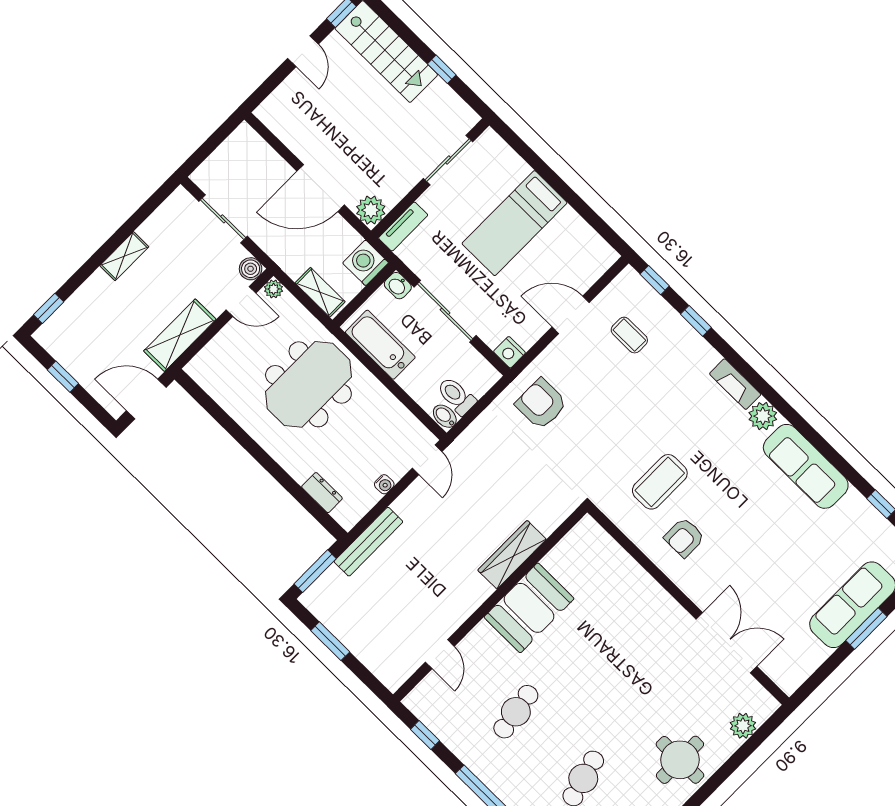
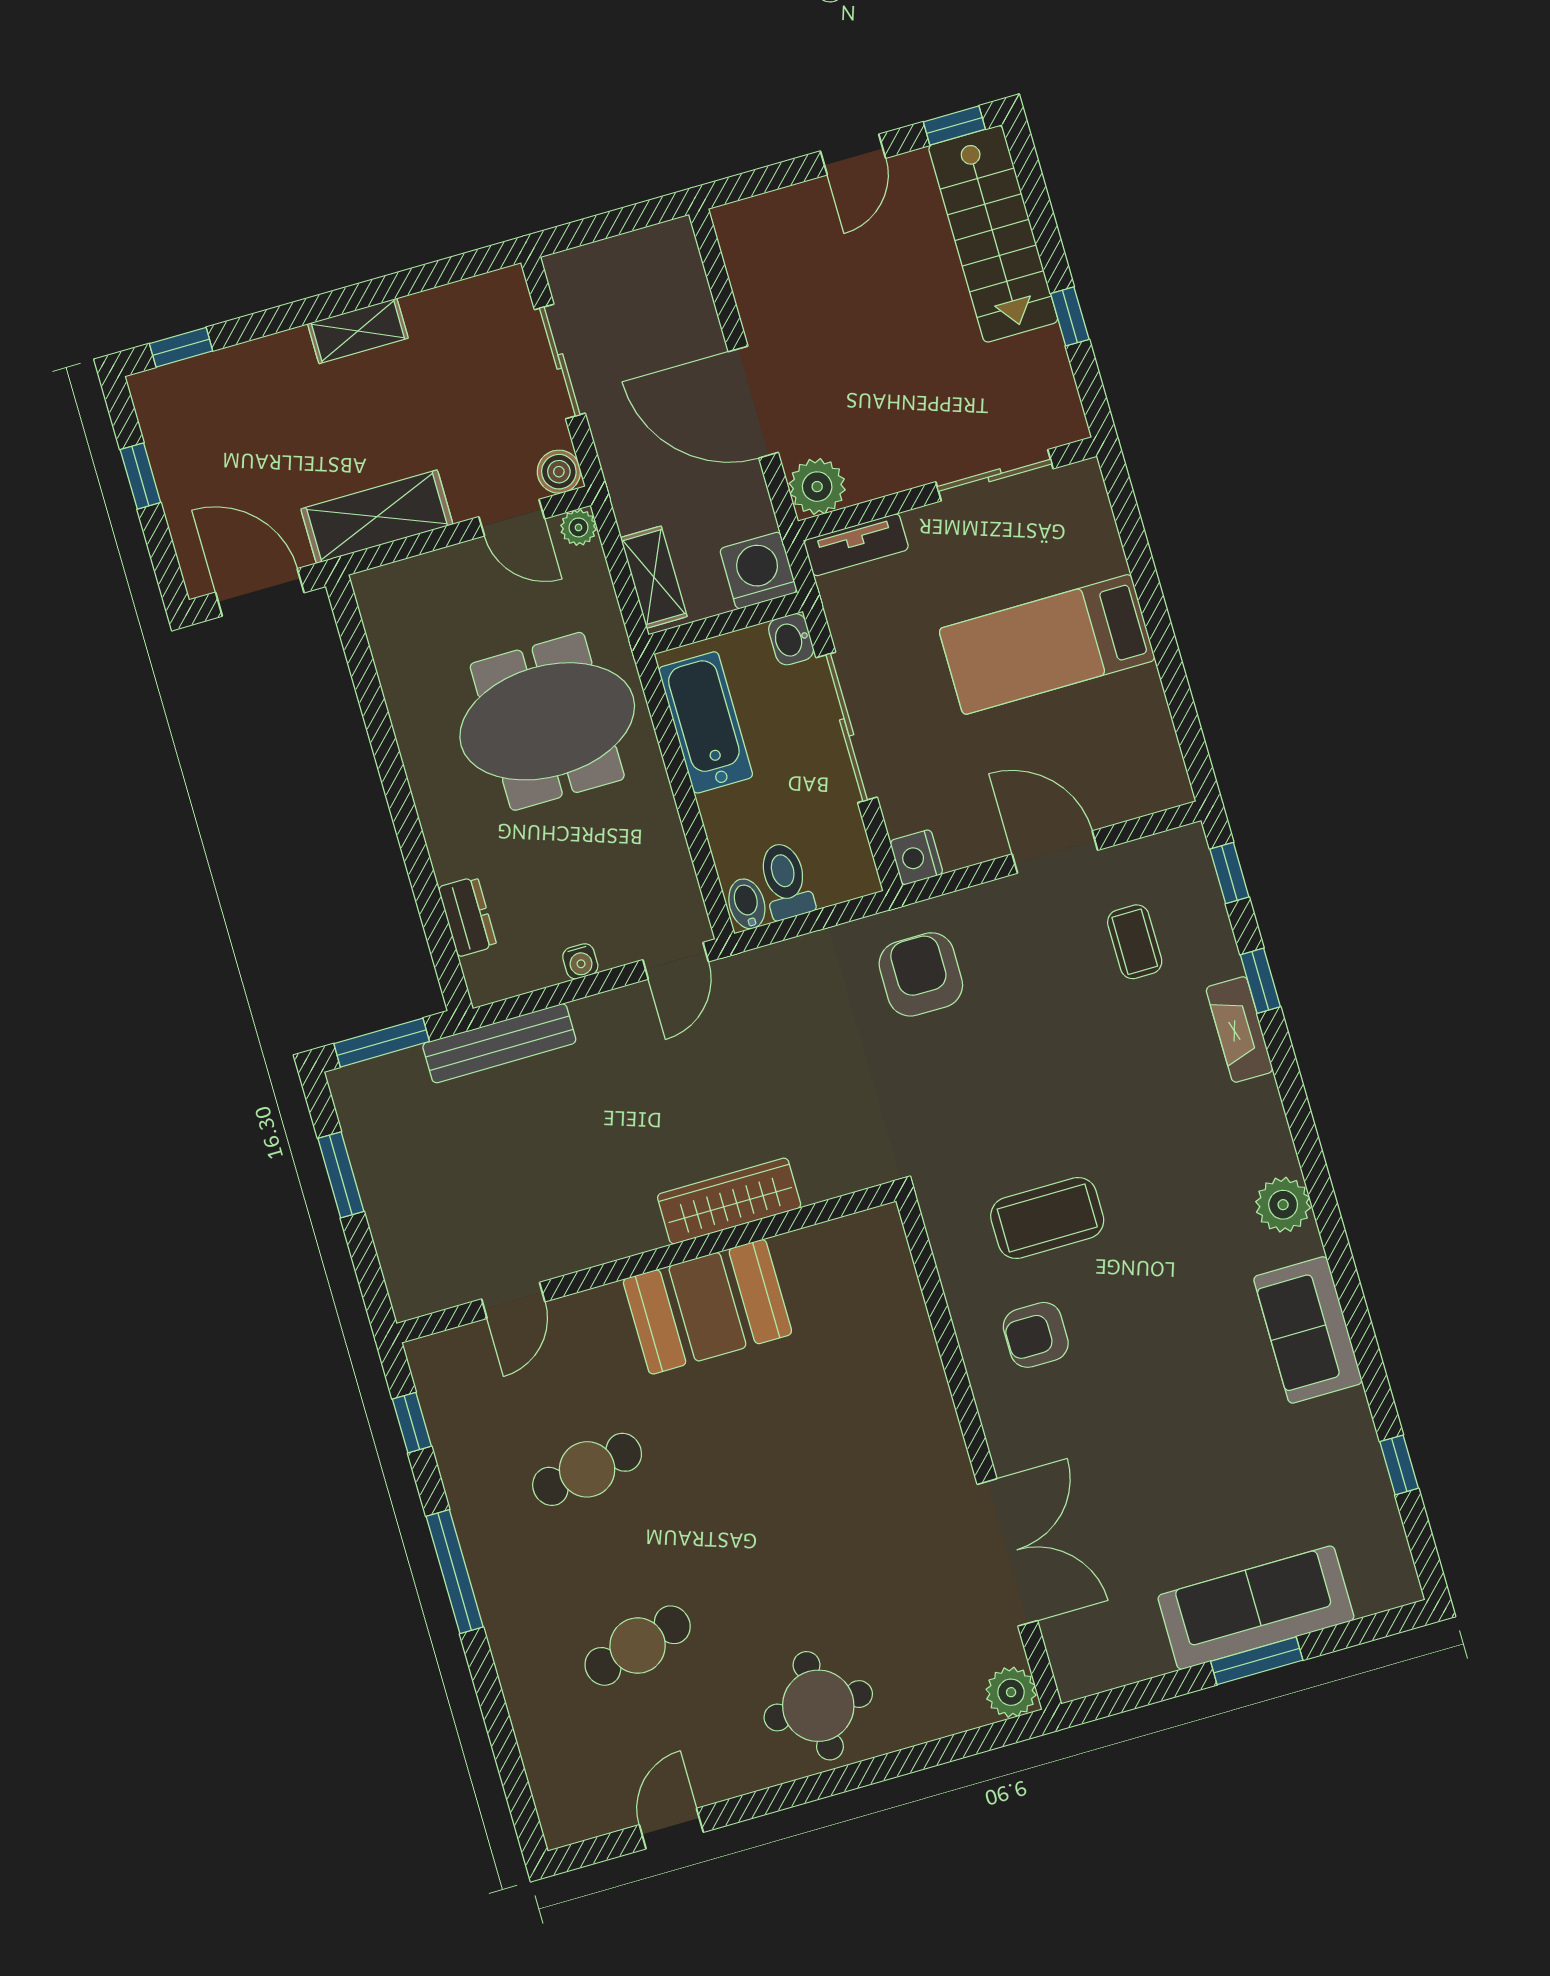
fireplace: (735, 384) -> (1239, 1029), moved
sofa: (806, 466) -> (1308, 1330), width x0.73
plant: (743, 726) -> (1011, 1692), moved

